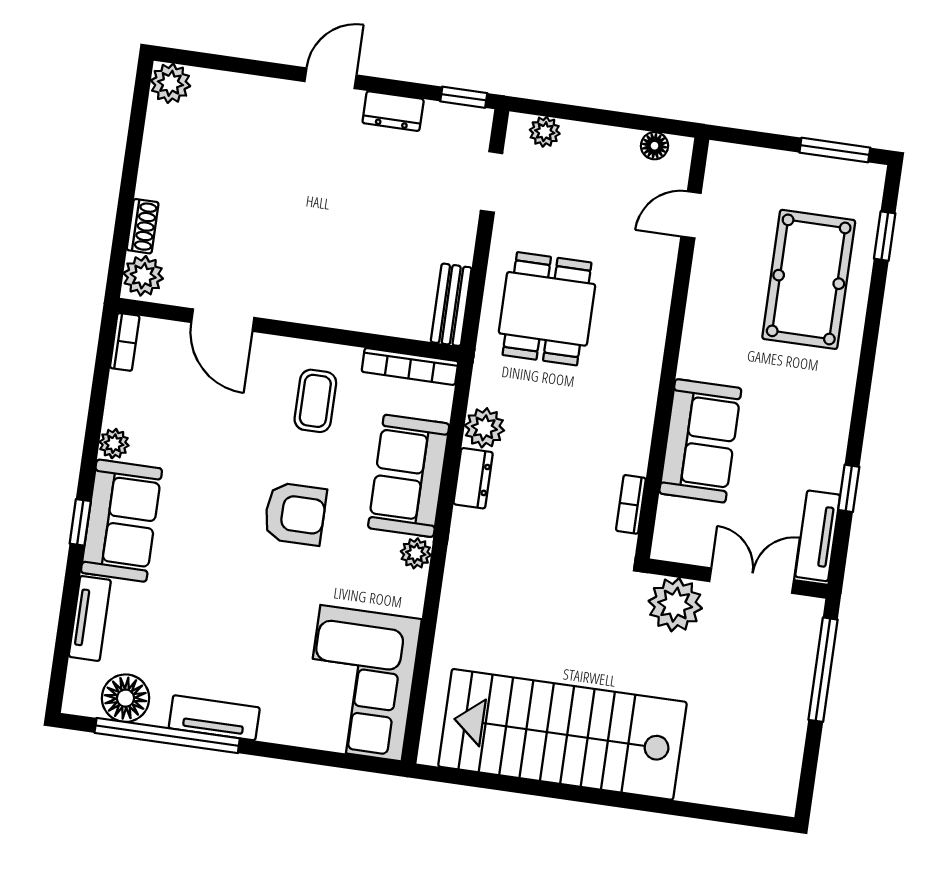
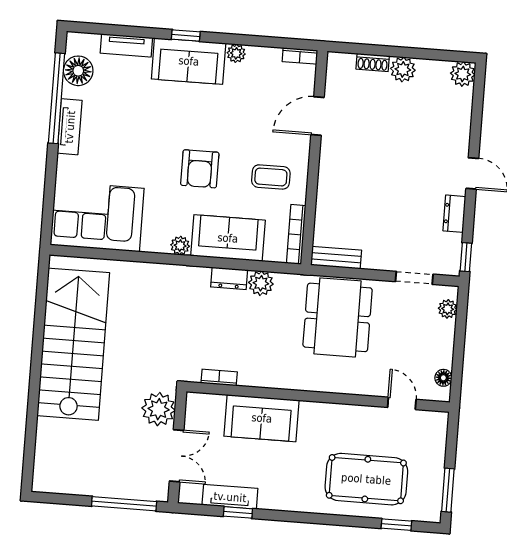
plant: (143, 276) -> (403, 69), moved
dining table: (547, 309) -> (338, 317), width x1.38
tv unit: (818, 536) -> (230, 497), moved

